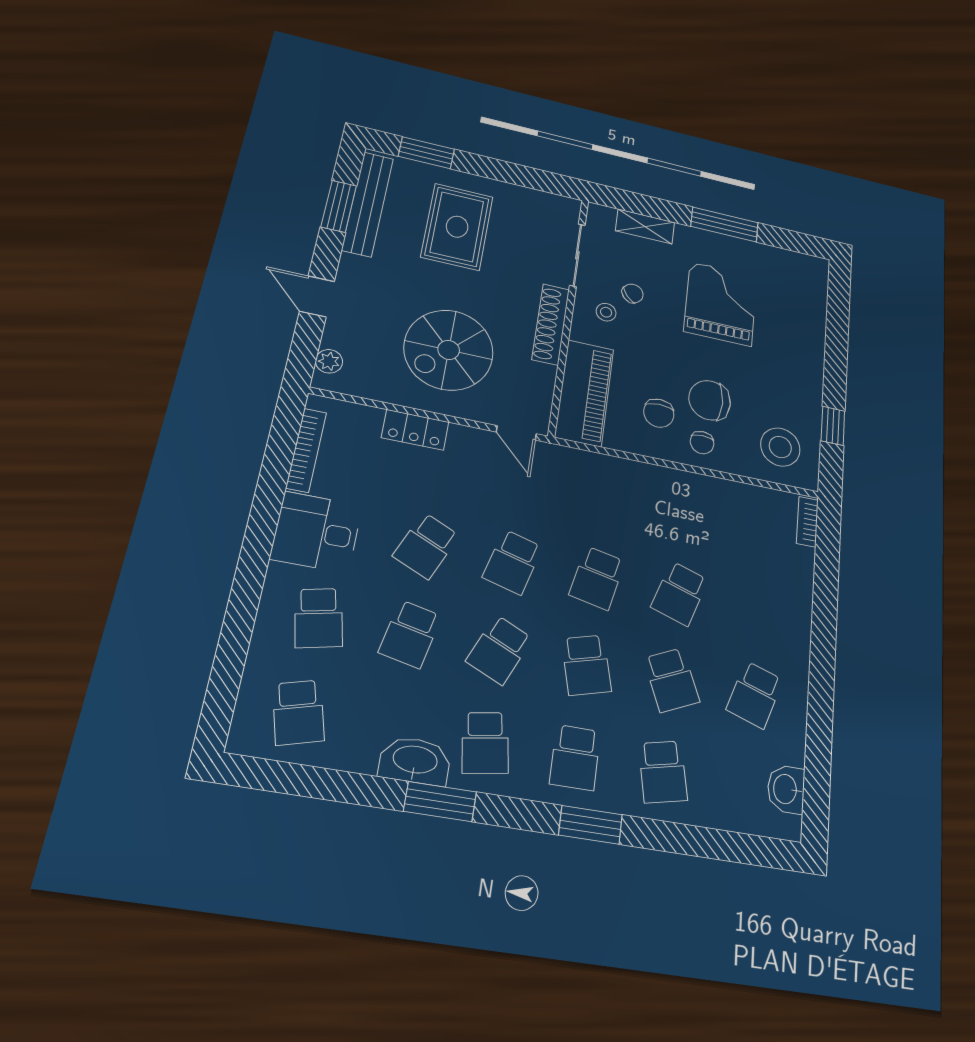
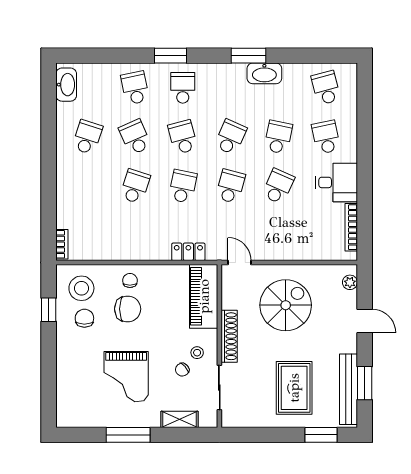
chair: (659, 413) -> (84, 318), moved
locker: (415, 430) -> (188, 252), moved
school desk: (485, 743) -> (230, 88), removed
washbasin: (786, 789) -> (66, 85), width x1.38

